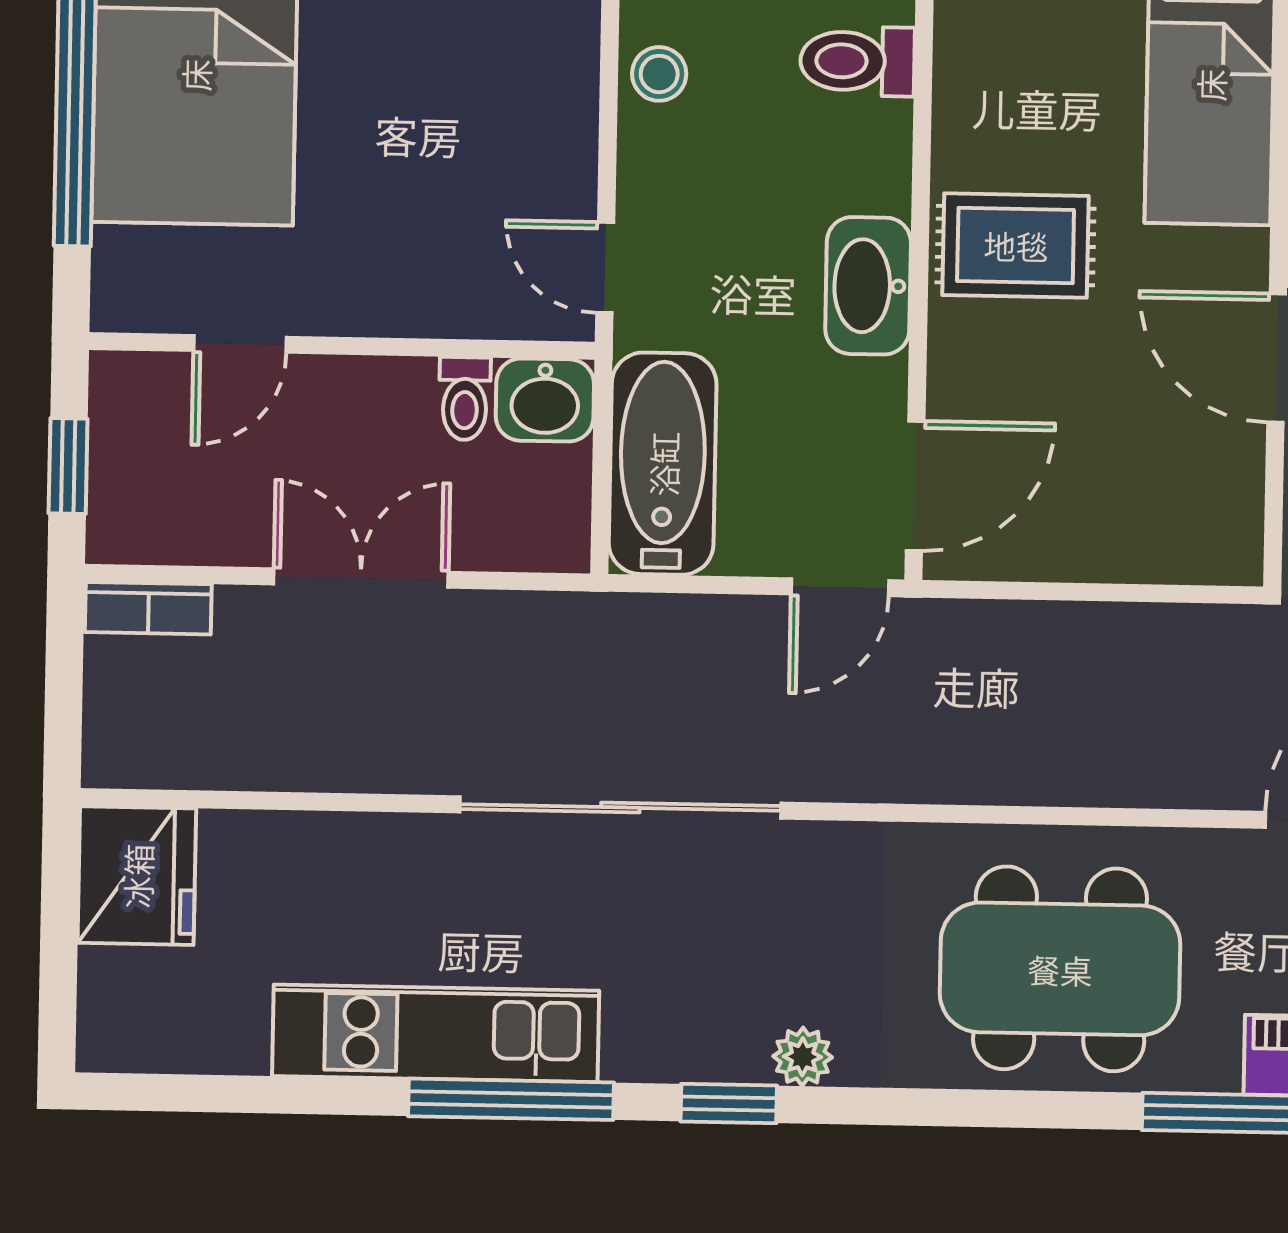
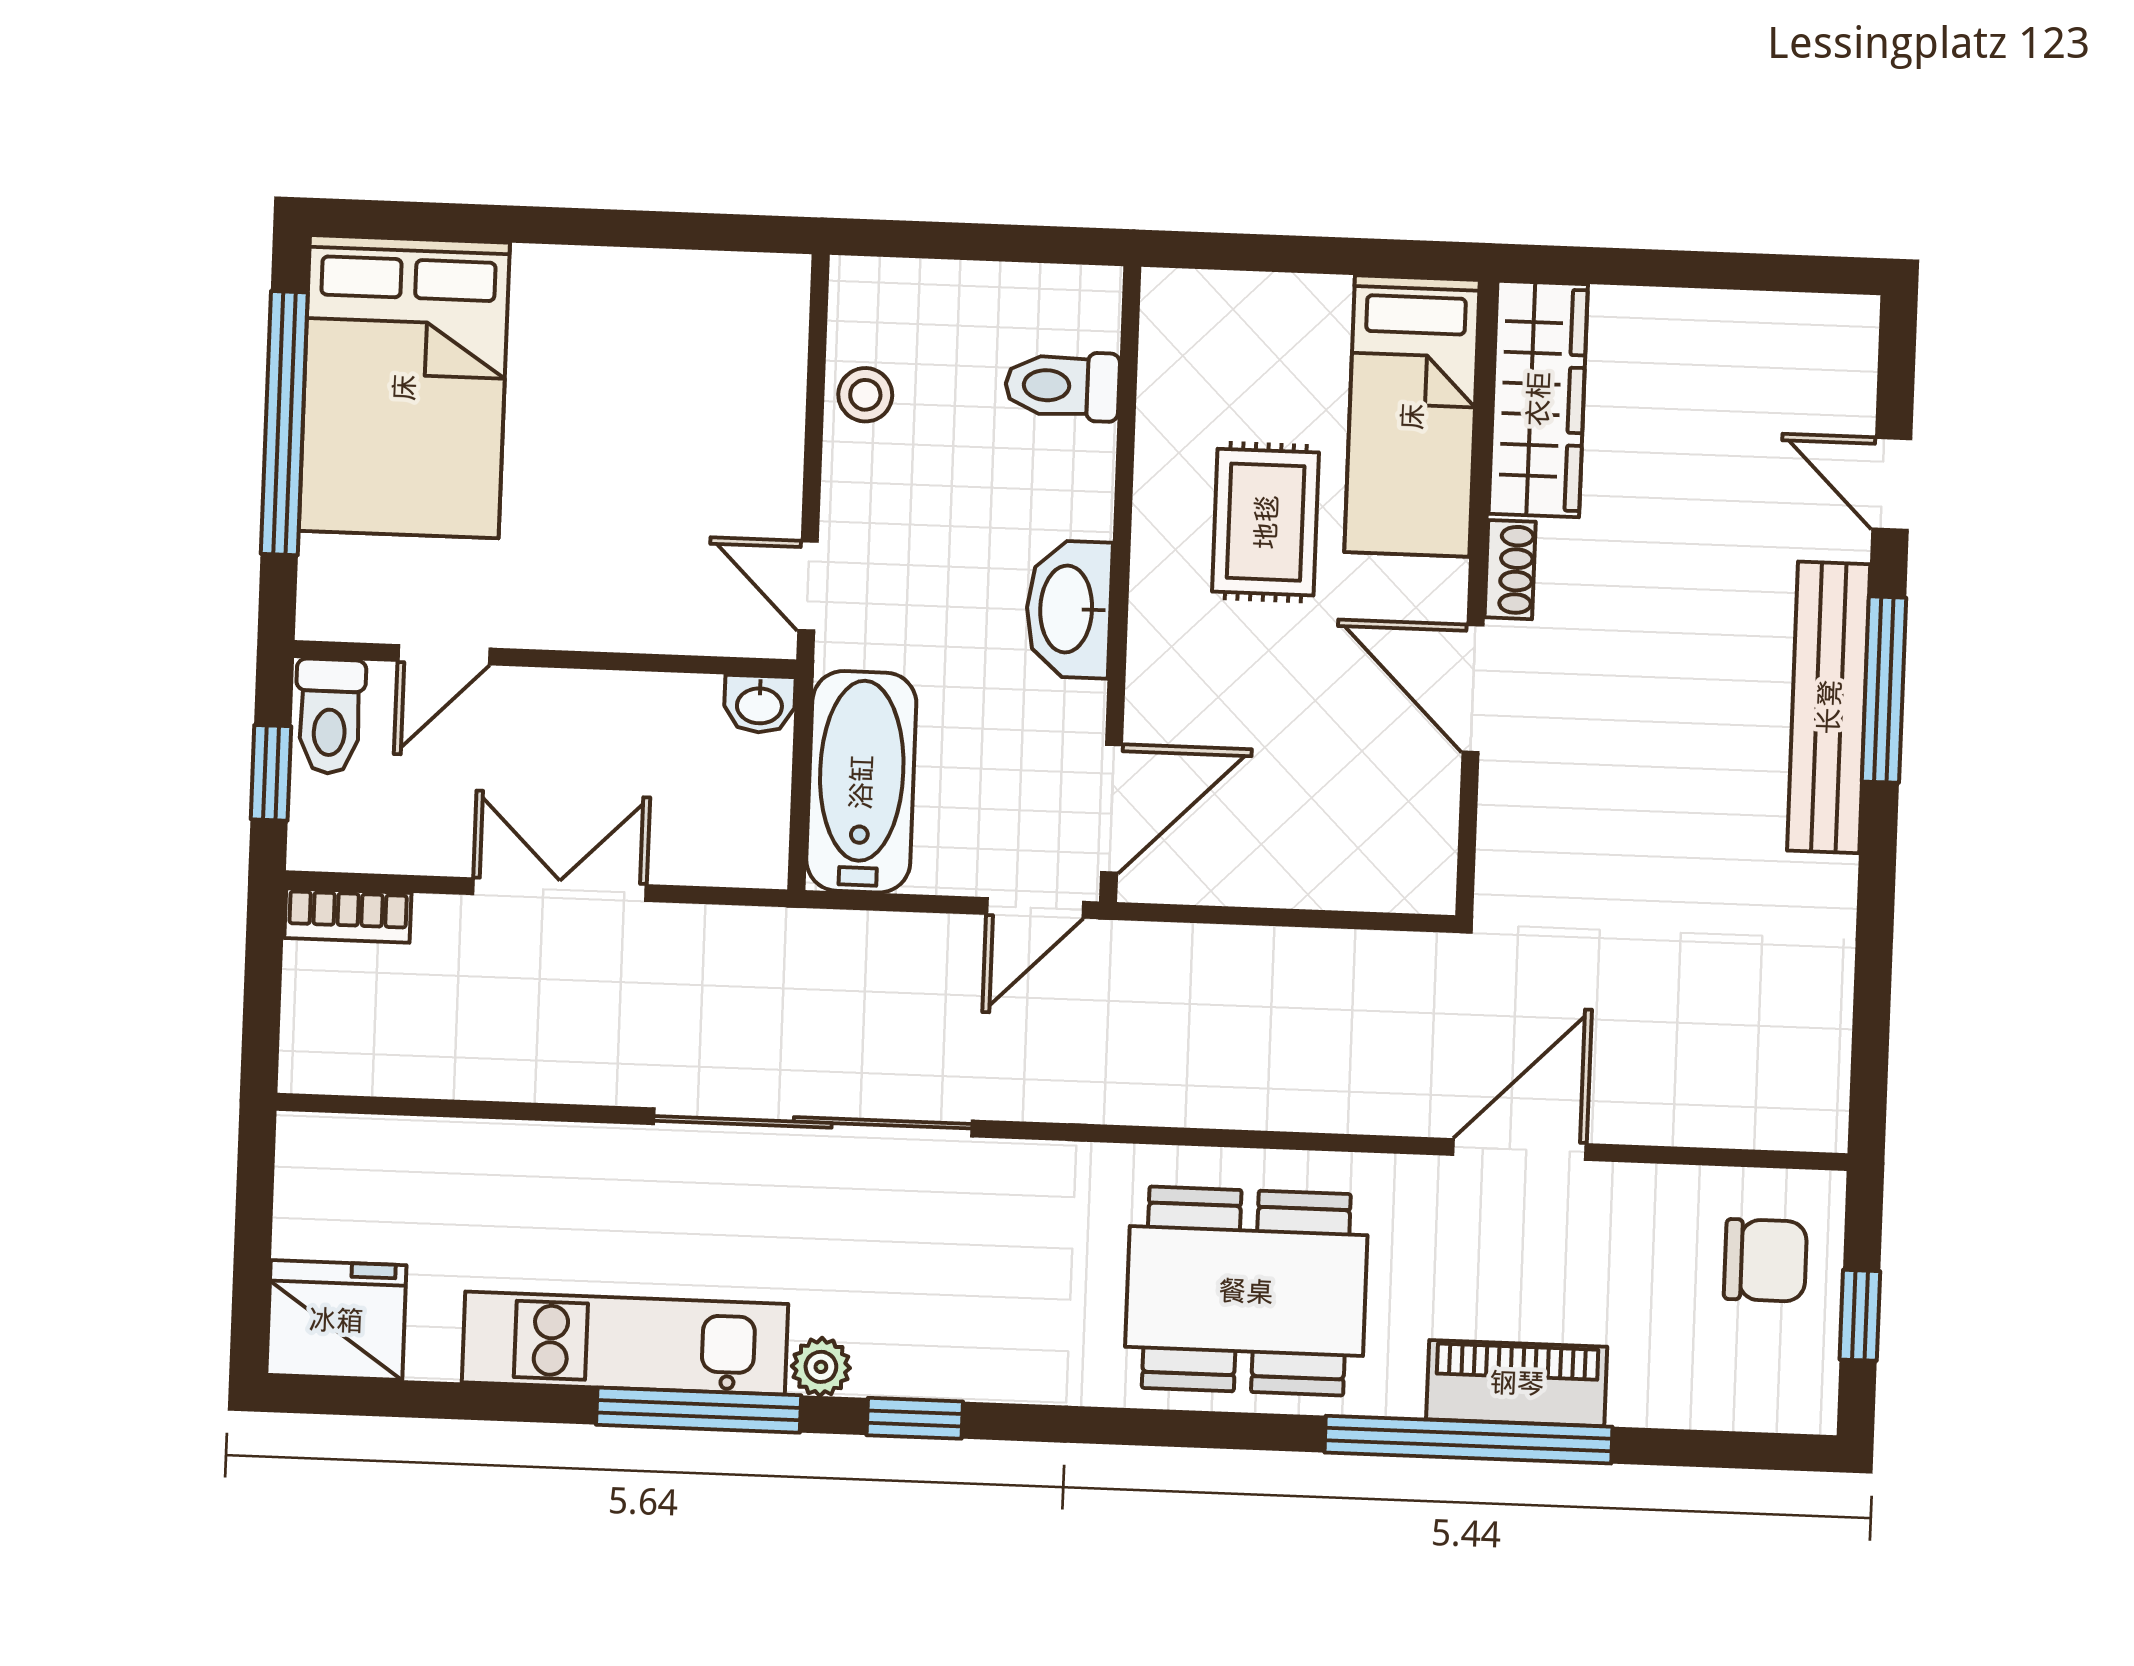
rug: (1016, 245) -> (1266, 522), moved, turned 90
toilet: (465, 399) -> (330, 716), moved, width x1.37, depth x1.39
washbasin: (545, 400) -> (759, 704), width x0.72, depth x0.69
fridge: (137, 876) -> (336, 1320), moved, turned -90
plant: (803, 1057) -> (821, 1367), moved

